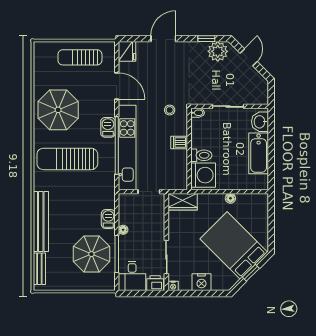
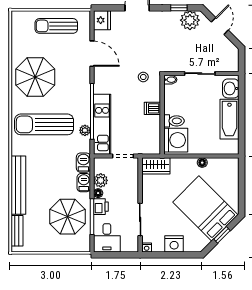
barbecue: (108, 127) -> (83, 163), moved
kitchen unit: (127, 147) -> (102, 124), width x0.73
plant: (109, 165) -> (85, 130), added
plant: (126, 217) -> (101, 180), added
printer: (155, 283) -> (101, 207), moved, turned 90

